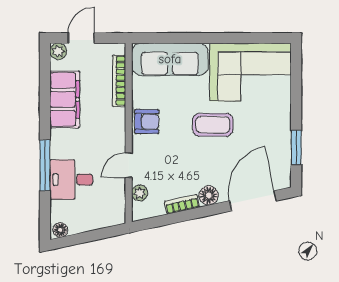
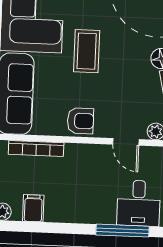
filing cabinet: (65, 99) -> (33, 208), width x0.33, depth x0.86
armchair: (147, 122) -> (80, 121), turned 90

